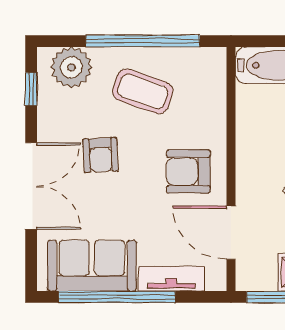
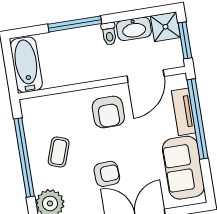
coffee table: (143, 91) -> (59, 152), width x0.73, depth x0.77
window: (117, 297) -> (198, 119), moved

